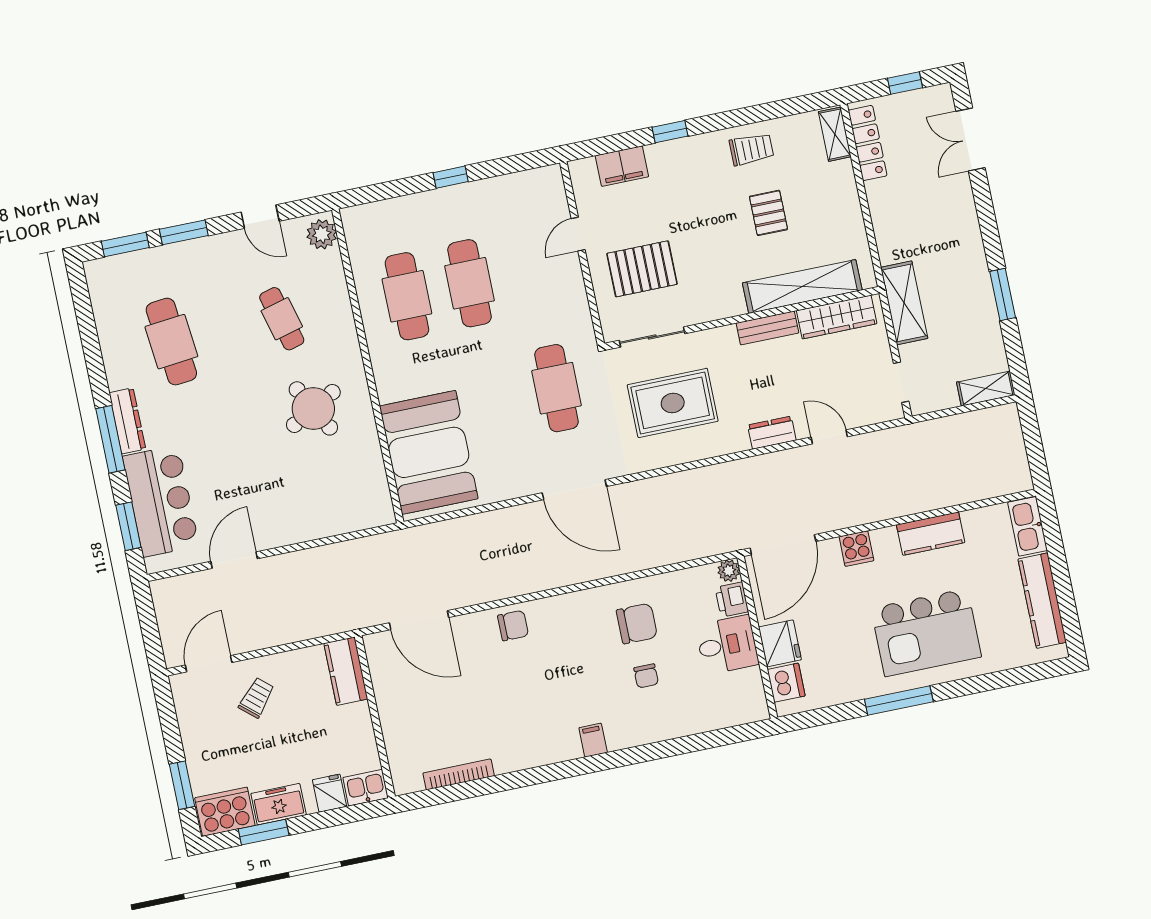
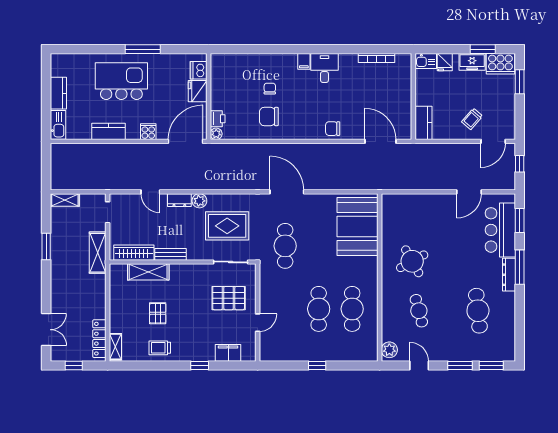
shelving: (802, 286) -> (148, 272), width x0.68
plant: (734, 439) -> (199, 201), added
kitchen counter: (1042, 601) -> (58, 93), width x0.67
window: (150, 632) -> (520, 164), added
desk: (727, 645) -> (324, 68), moved, turned 90

